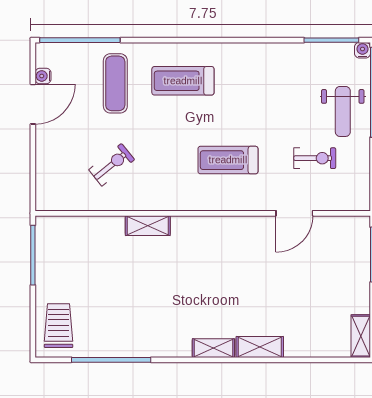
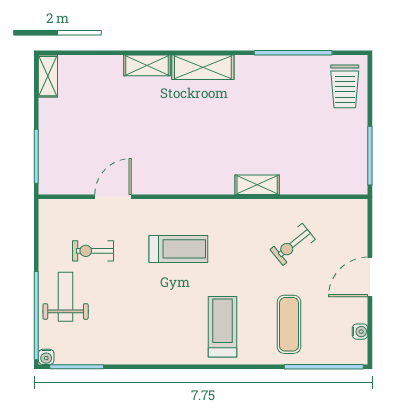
treadmill: (183, 81) -> (223, 327), turned -90
door: (33, 104) -> (370, 277), moved
shelving: (213, 348) -> (203, 67), width x1.50, depth x1.33

